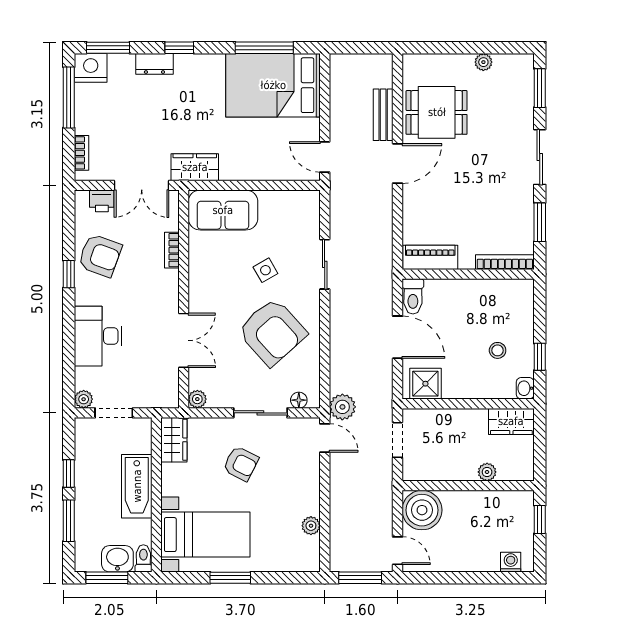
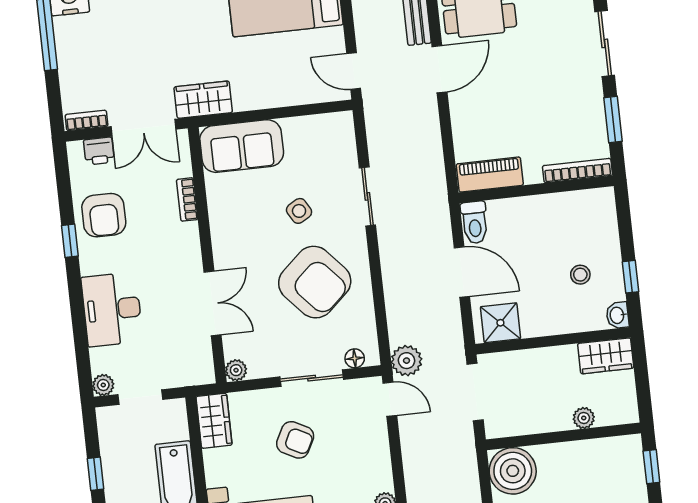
bookcase: (82, 153) -> (87, 120), moved, turned -90
armchair: (100, 256) -> (104, 215), turned 70
doorway: (398, 440) -> (475, 392), width x1.38

